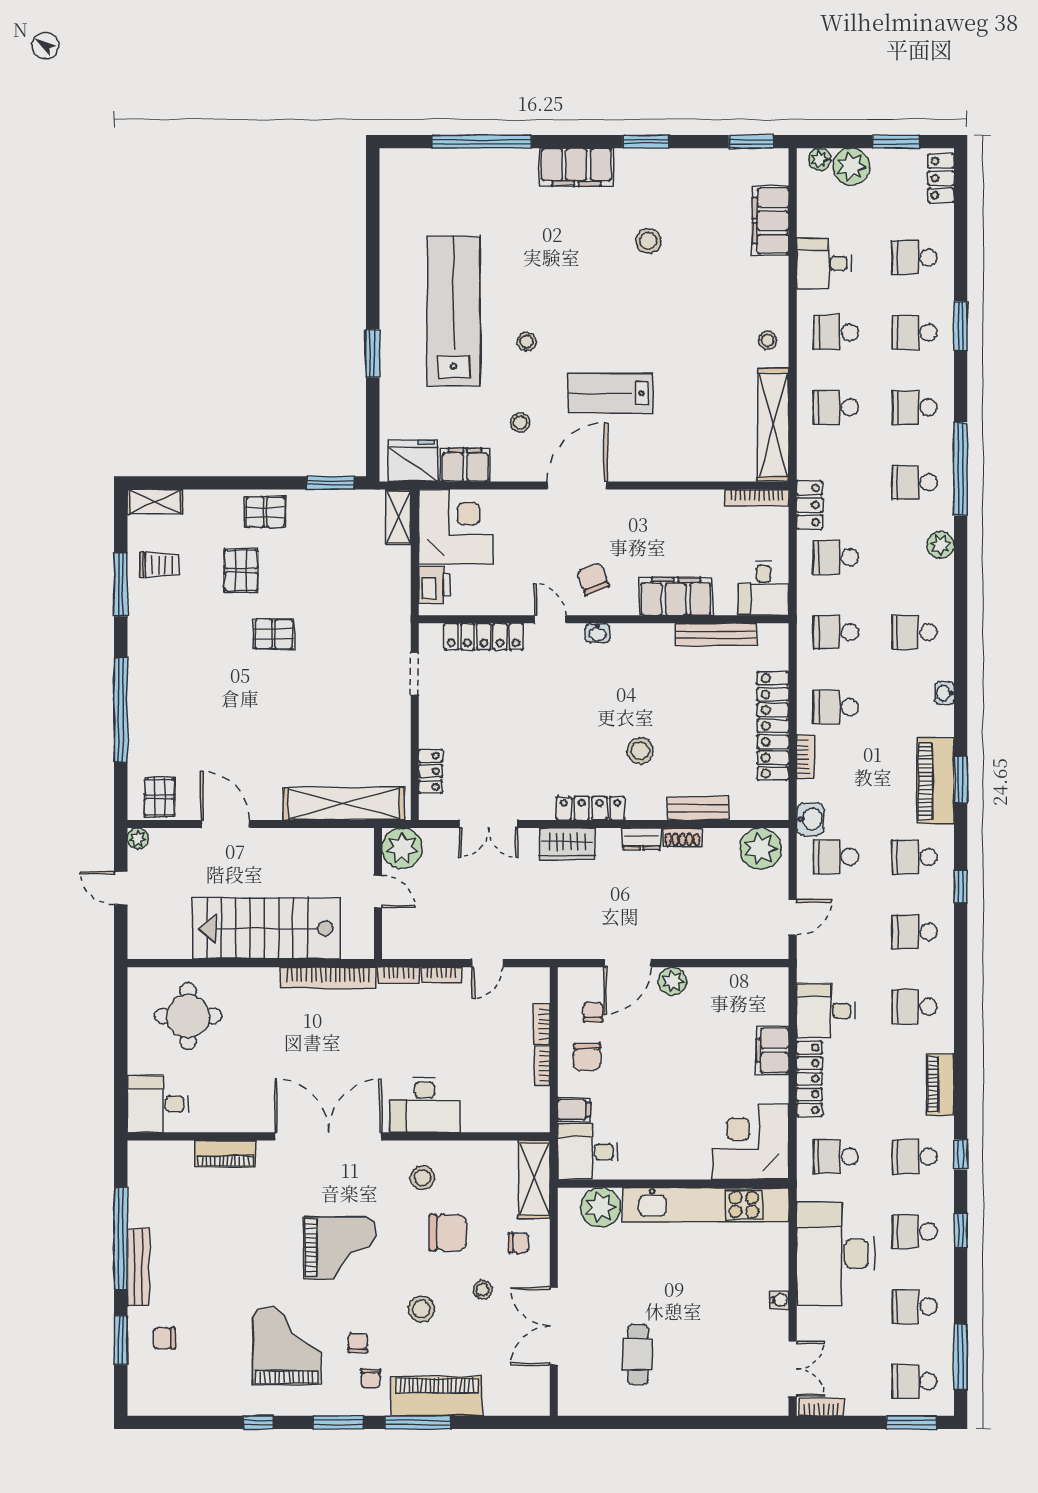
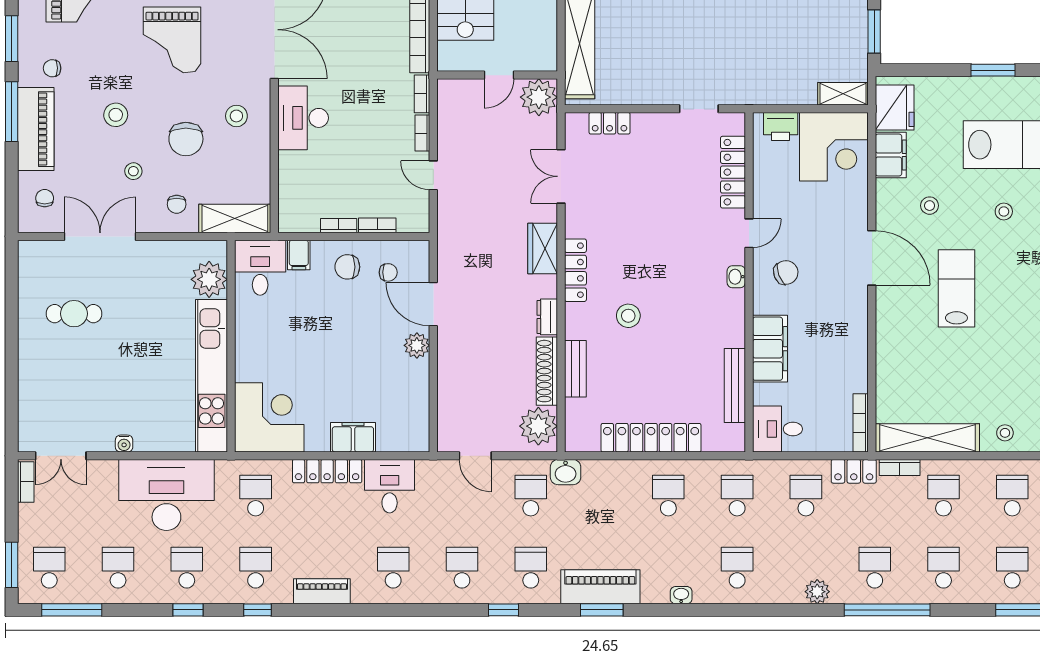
bookcase: (805, 757) -> (900, 467), moved
shoe rack: (682, 837) -> (547, 371), width x1.94, depth x1.24
chair: (358, 1343) -> (45, 198), moved, turned -90

